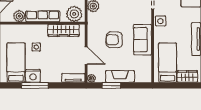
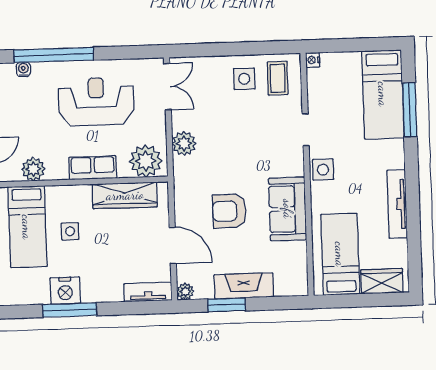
row of seats: (43, 16) -> (93, 168), width x0.68
bed: (16, 63) -> (27, 227), moved, turned 180

